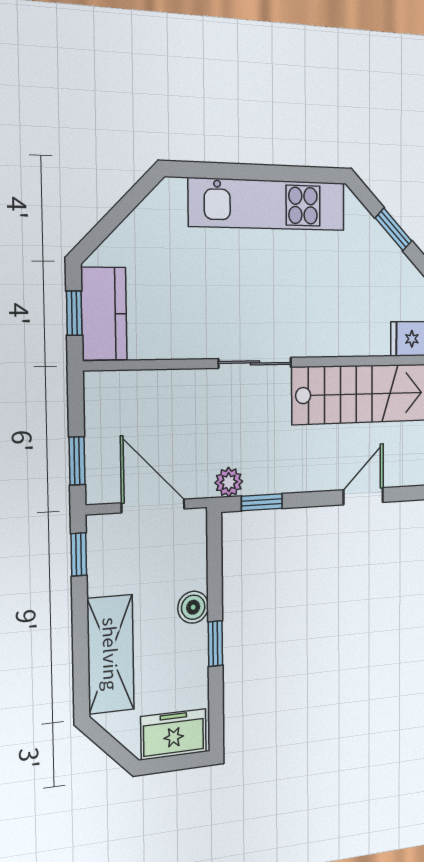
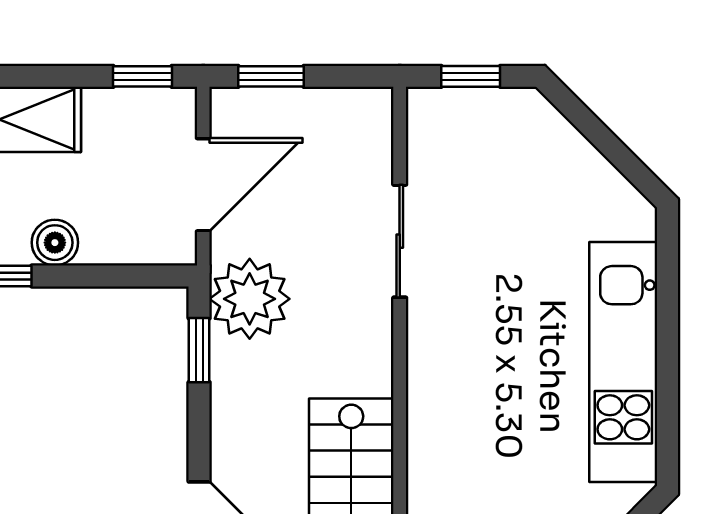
kitchen counter: (104, 314) -> (470, 118), removed
sliding door: (255, 363) -> (400, 241), moved
plant: (229, 482) -> (250, 299), width x1.87, depth x1.87

